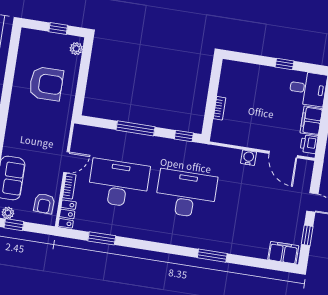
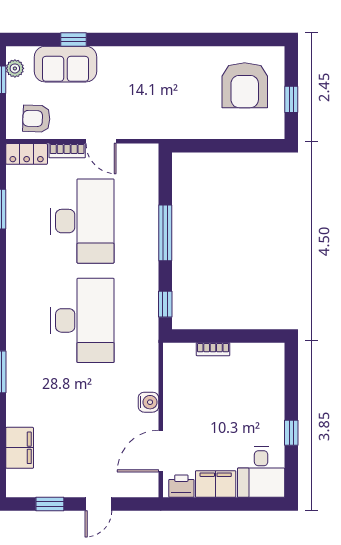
plant: (76, 49) -> (267, 130), removed
armchair: (46, 84) -> (245, 85), moved
filing cabinet: (283, 253) -> (20, 448), moved

